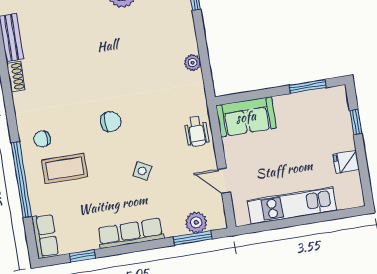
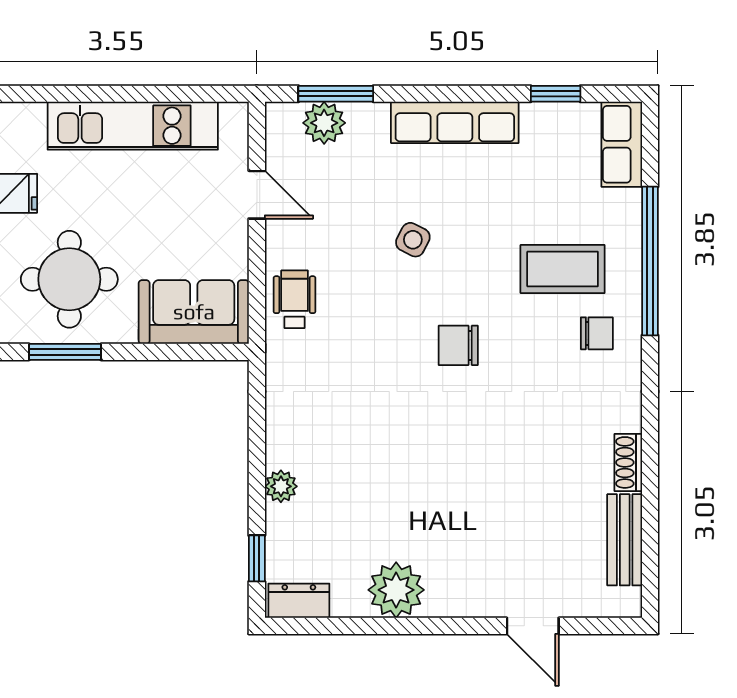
plant: (193, 63) -> (281, 486), moved
round table: (311, 123) -> (69, 279), added

